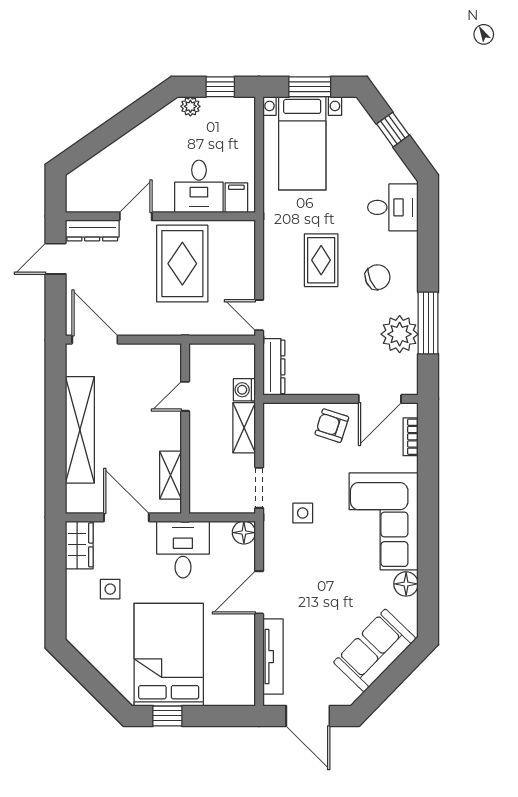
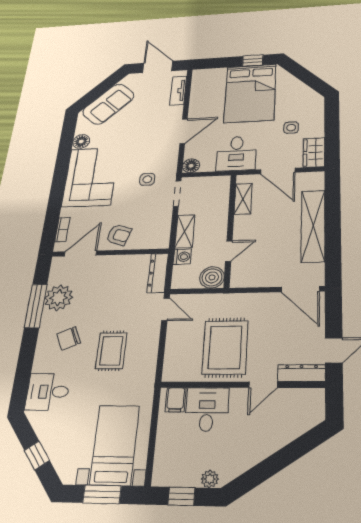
boiler: (204, 359) -> (212, 277), added
tv unit: (273, 657) -> (178, 91), width x0.71

